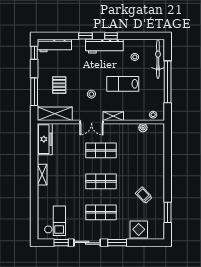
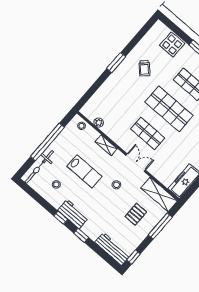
workbench: (104, 46) -> (73, 214), width x0.73
shelving: (113, 116) -> (106, 145), moved
shop shelf: (101, 181) -> (169, 109), width x1.43, depth x1.36
window: (168, 212) -> (116, 63), moved

